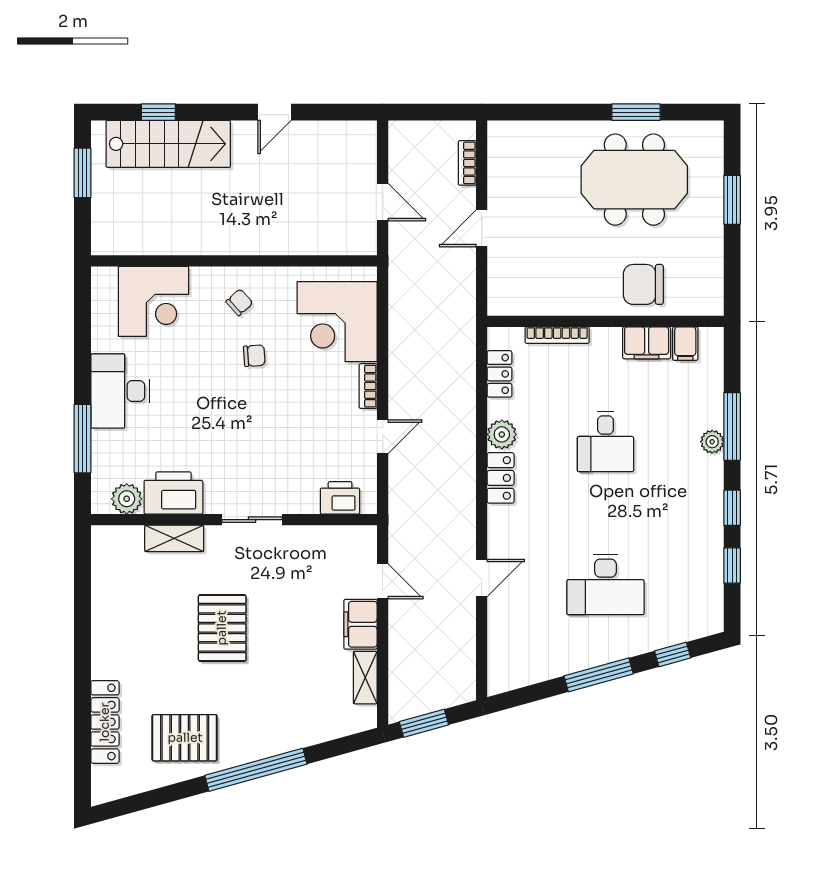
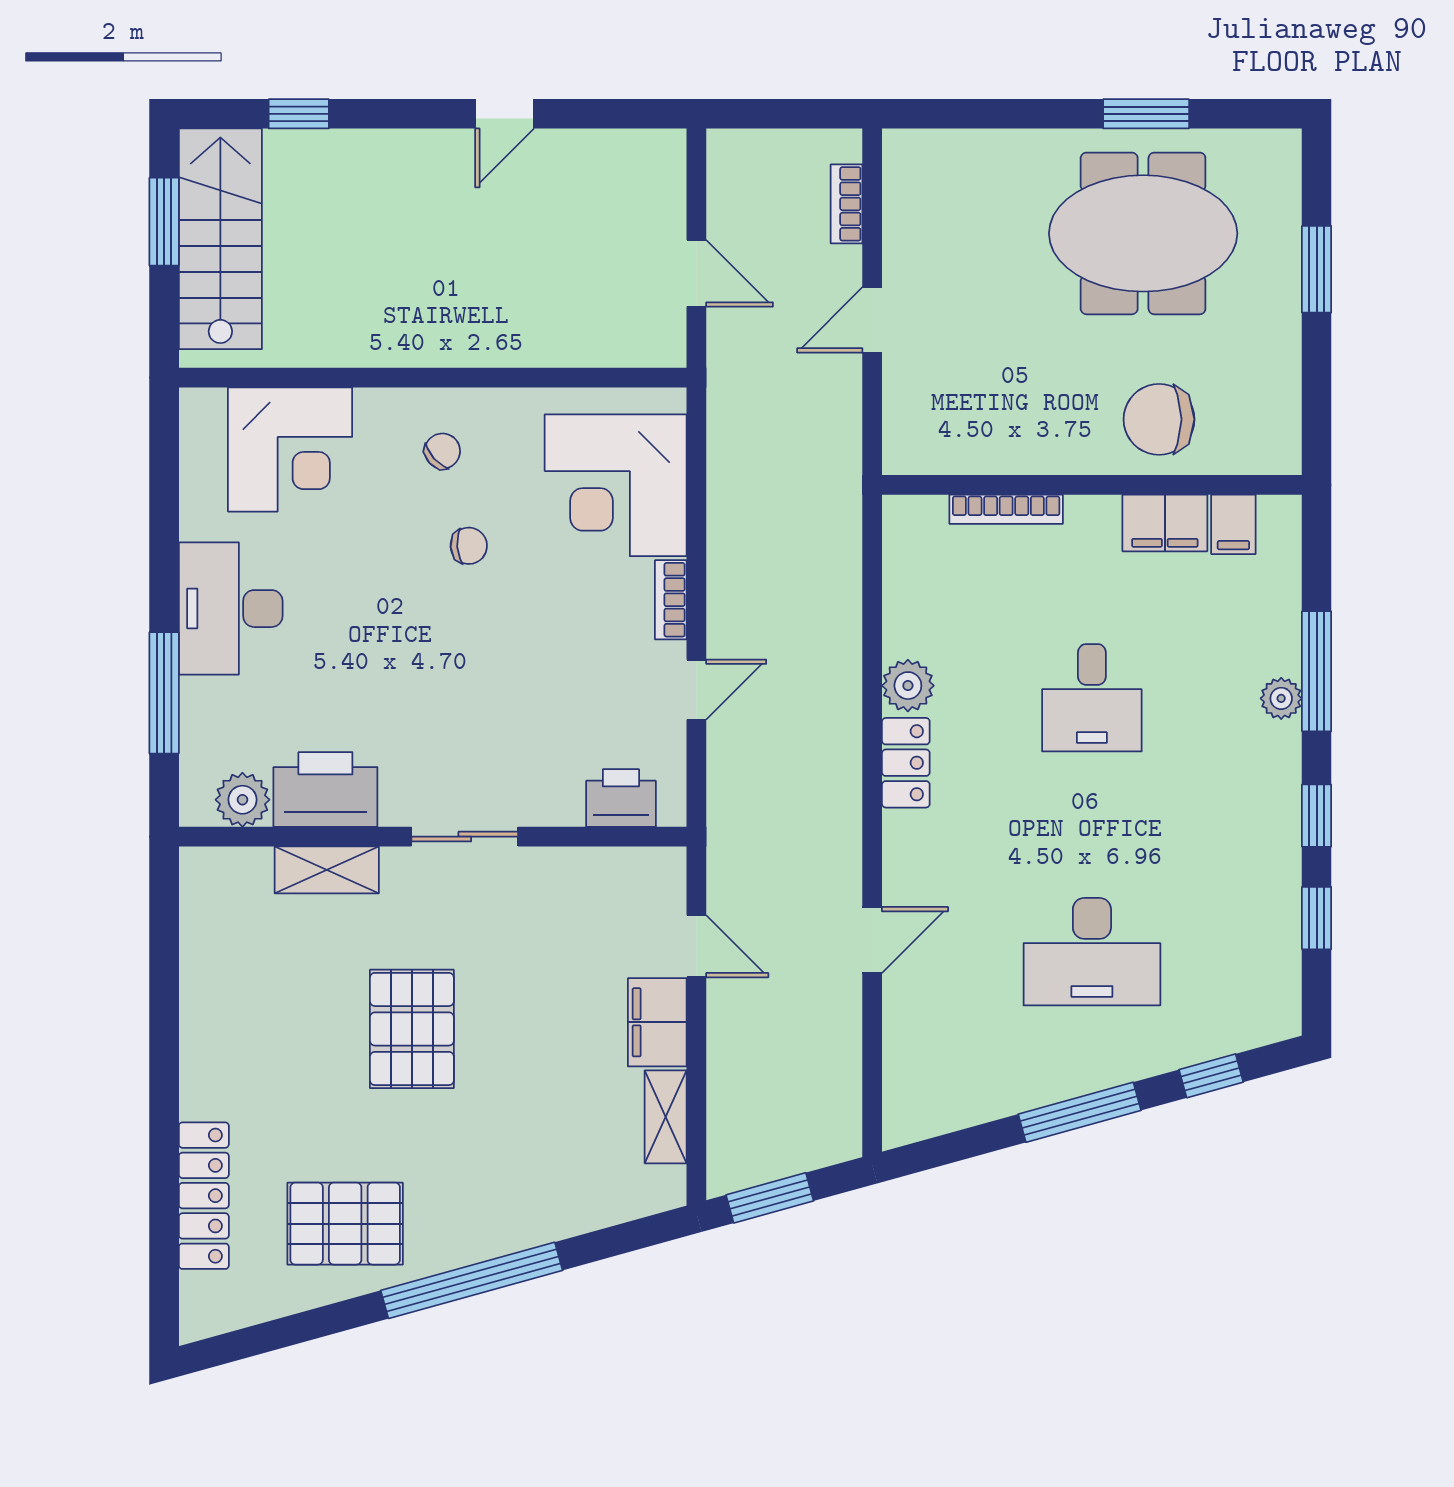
stairs: (168, 144) -> (220, 239), moved, turned -90
locker: (499, 374) -> (904, 578), removed

